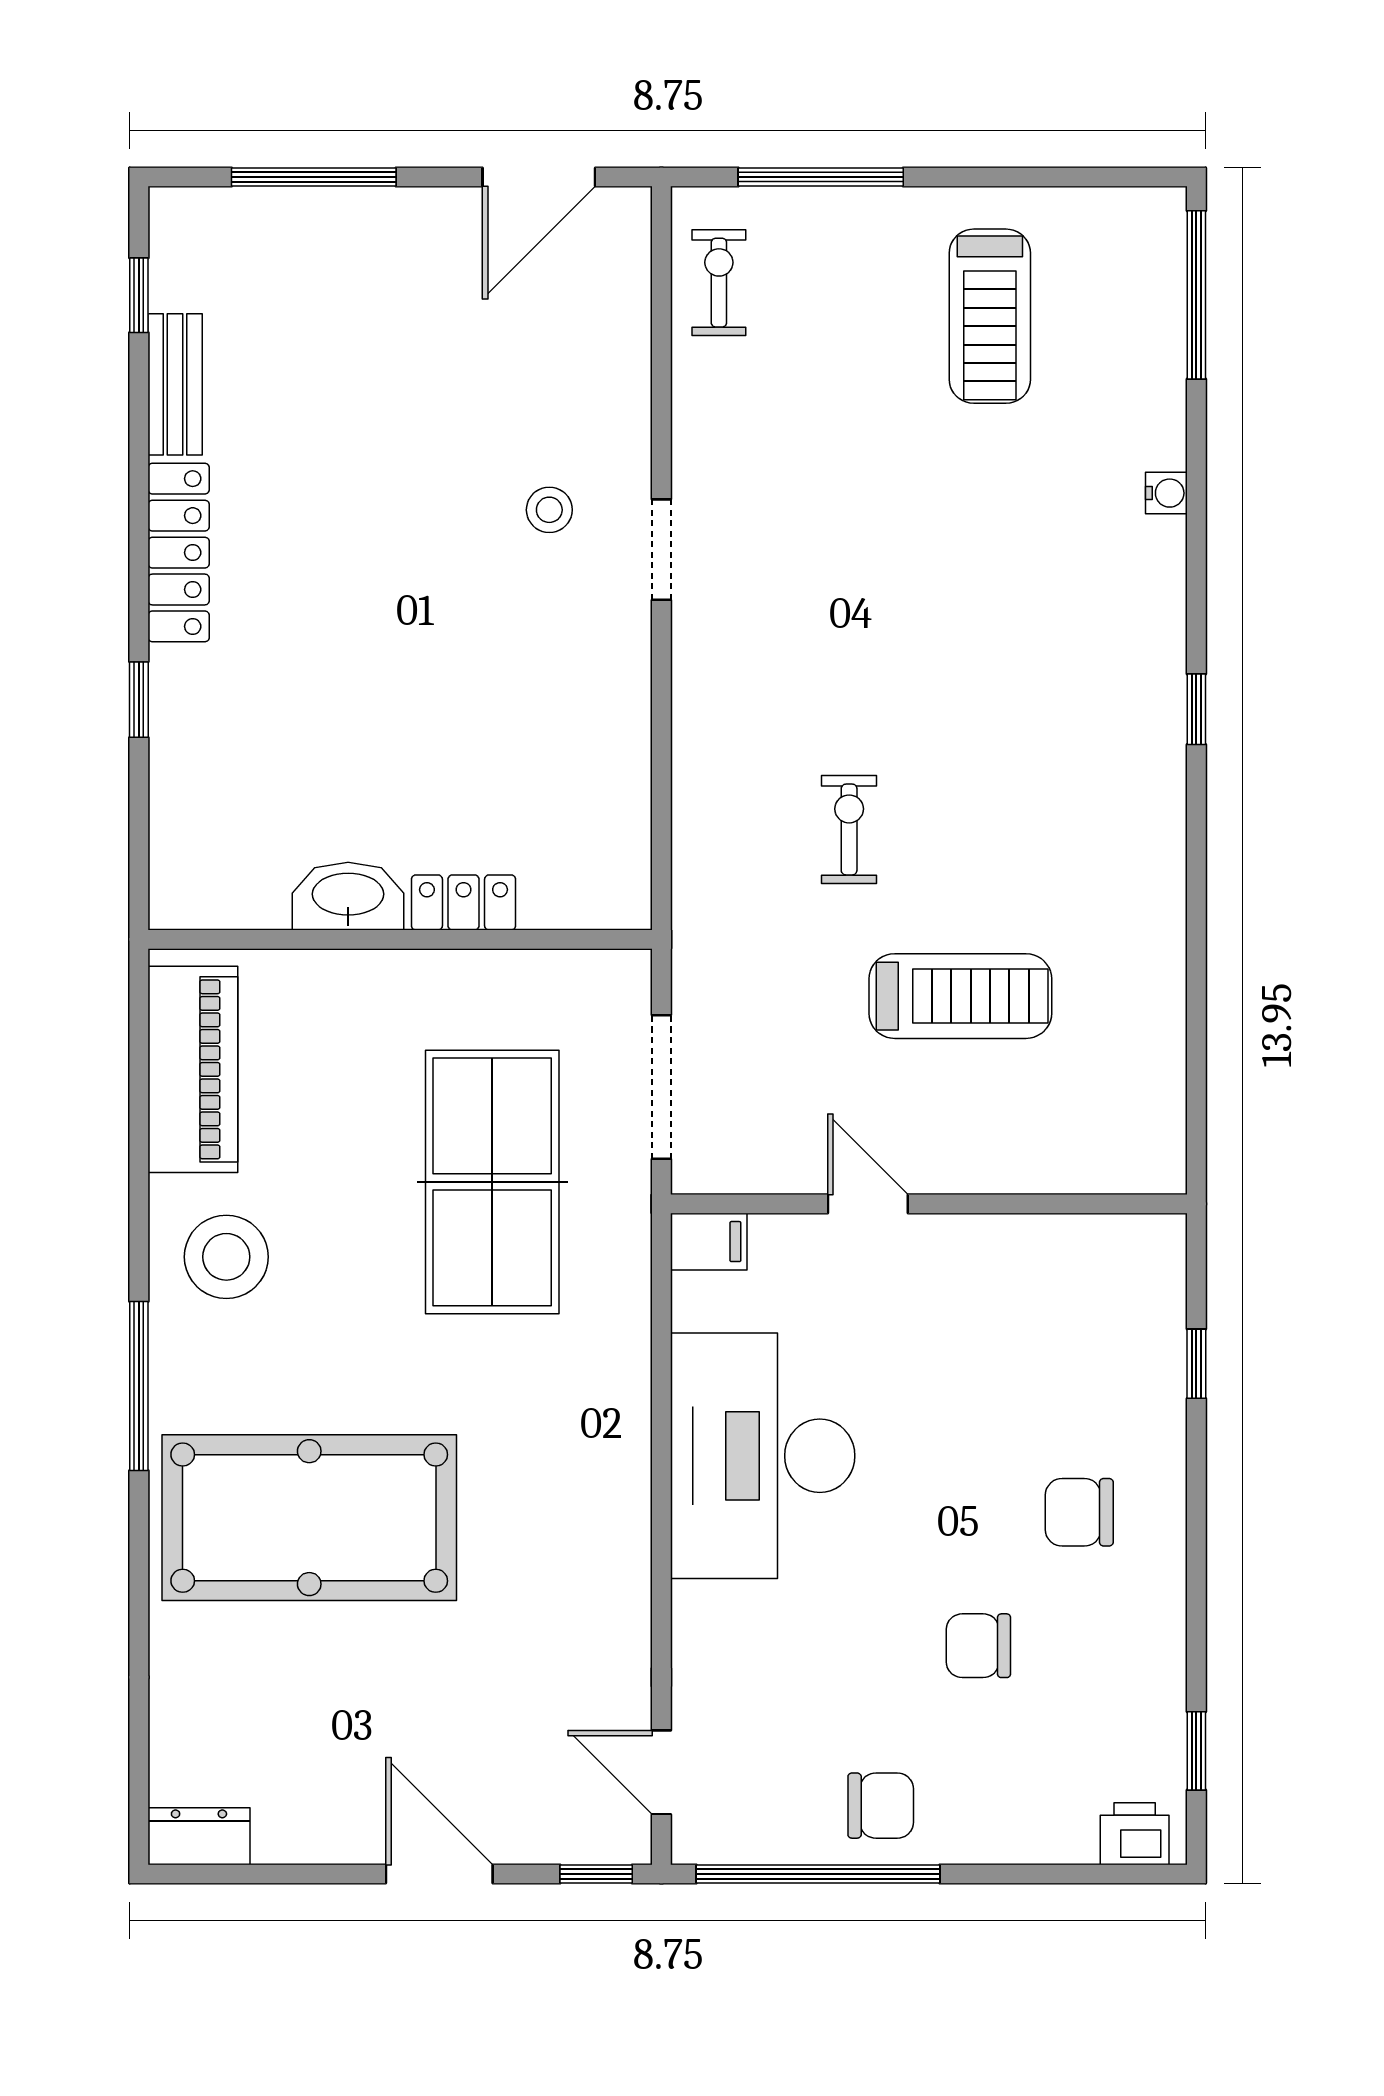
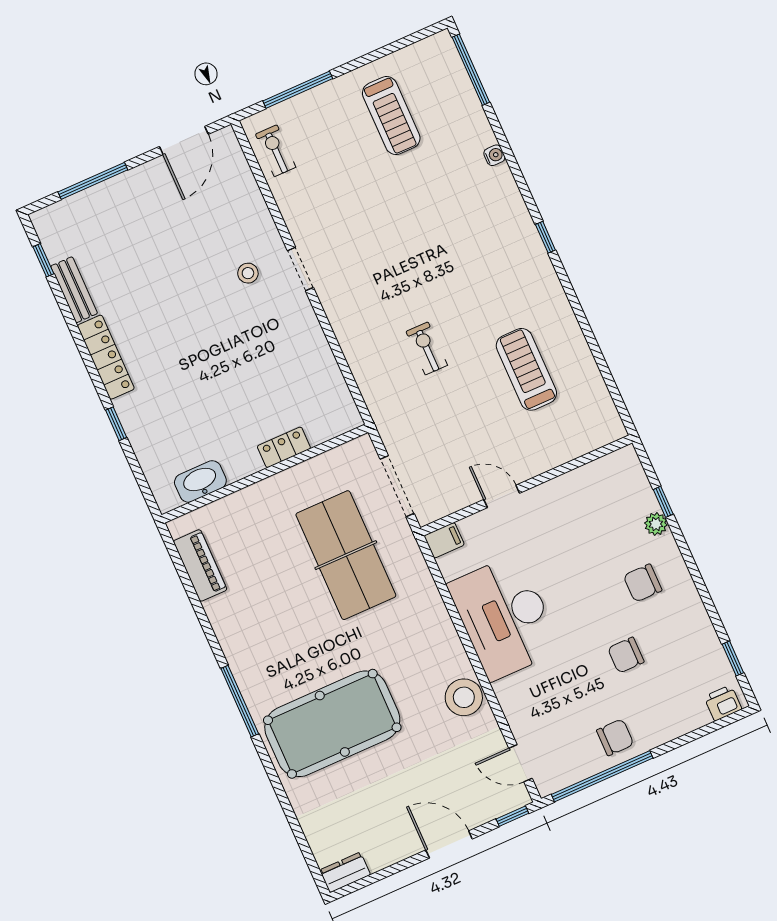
washbasin: (348, 896) -> (200, 481), moved
treadmill: (960, 996) -> (526, 369), moved, turned -90
piano: (193, 1069) -> (200, 565), width x0.73, depth x0.75
stool: (226, 1257) -> (464, 697), moved
plant: (1161, 1403) -> (656, 524), added

